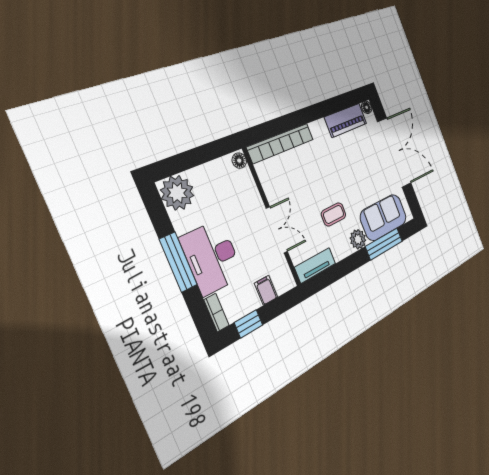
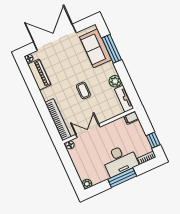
plant: (177, 193) -> (87, 184), width x0.53, depth x0.53
coffee table: (334, 214) -> (83, 90), moved
double door: (277, 230) -> (88, 131), moved
plant: (358, 239) -> (115, 81), moved
filing cabinet: (266, 290) -> (131, 118), moved

